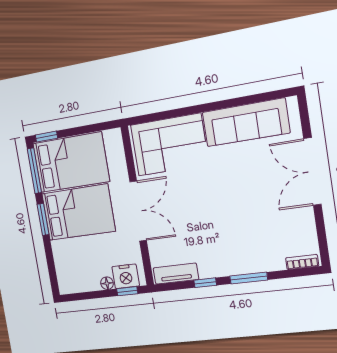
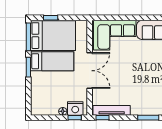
window: (46, 137) -> (51, 18), moved
bed: (78, 212) -> (52, 61), width x0.67
tv unit: (176, 274) -> (112, 110), width x1.41
window: (205, 283) -> (103, 118), moved

